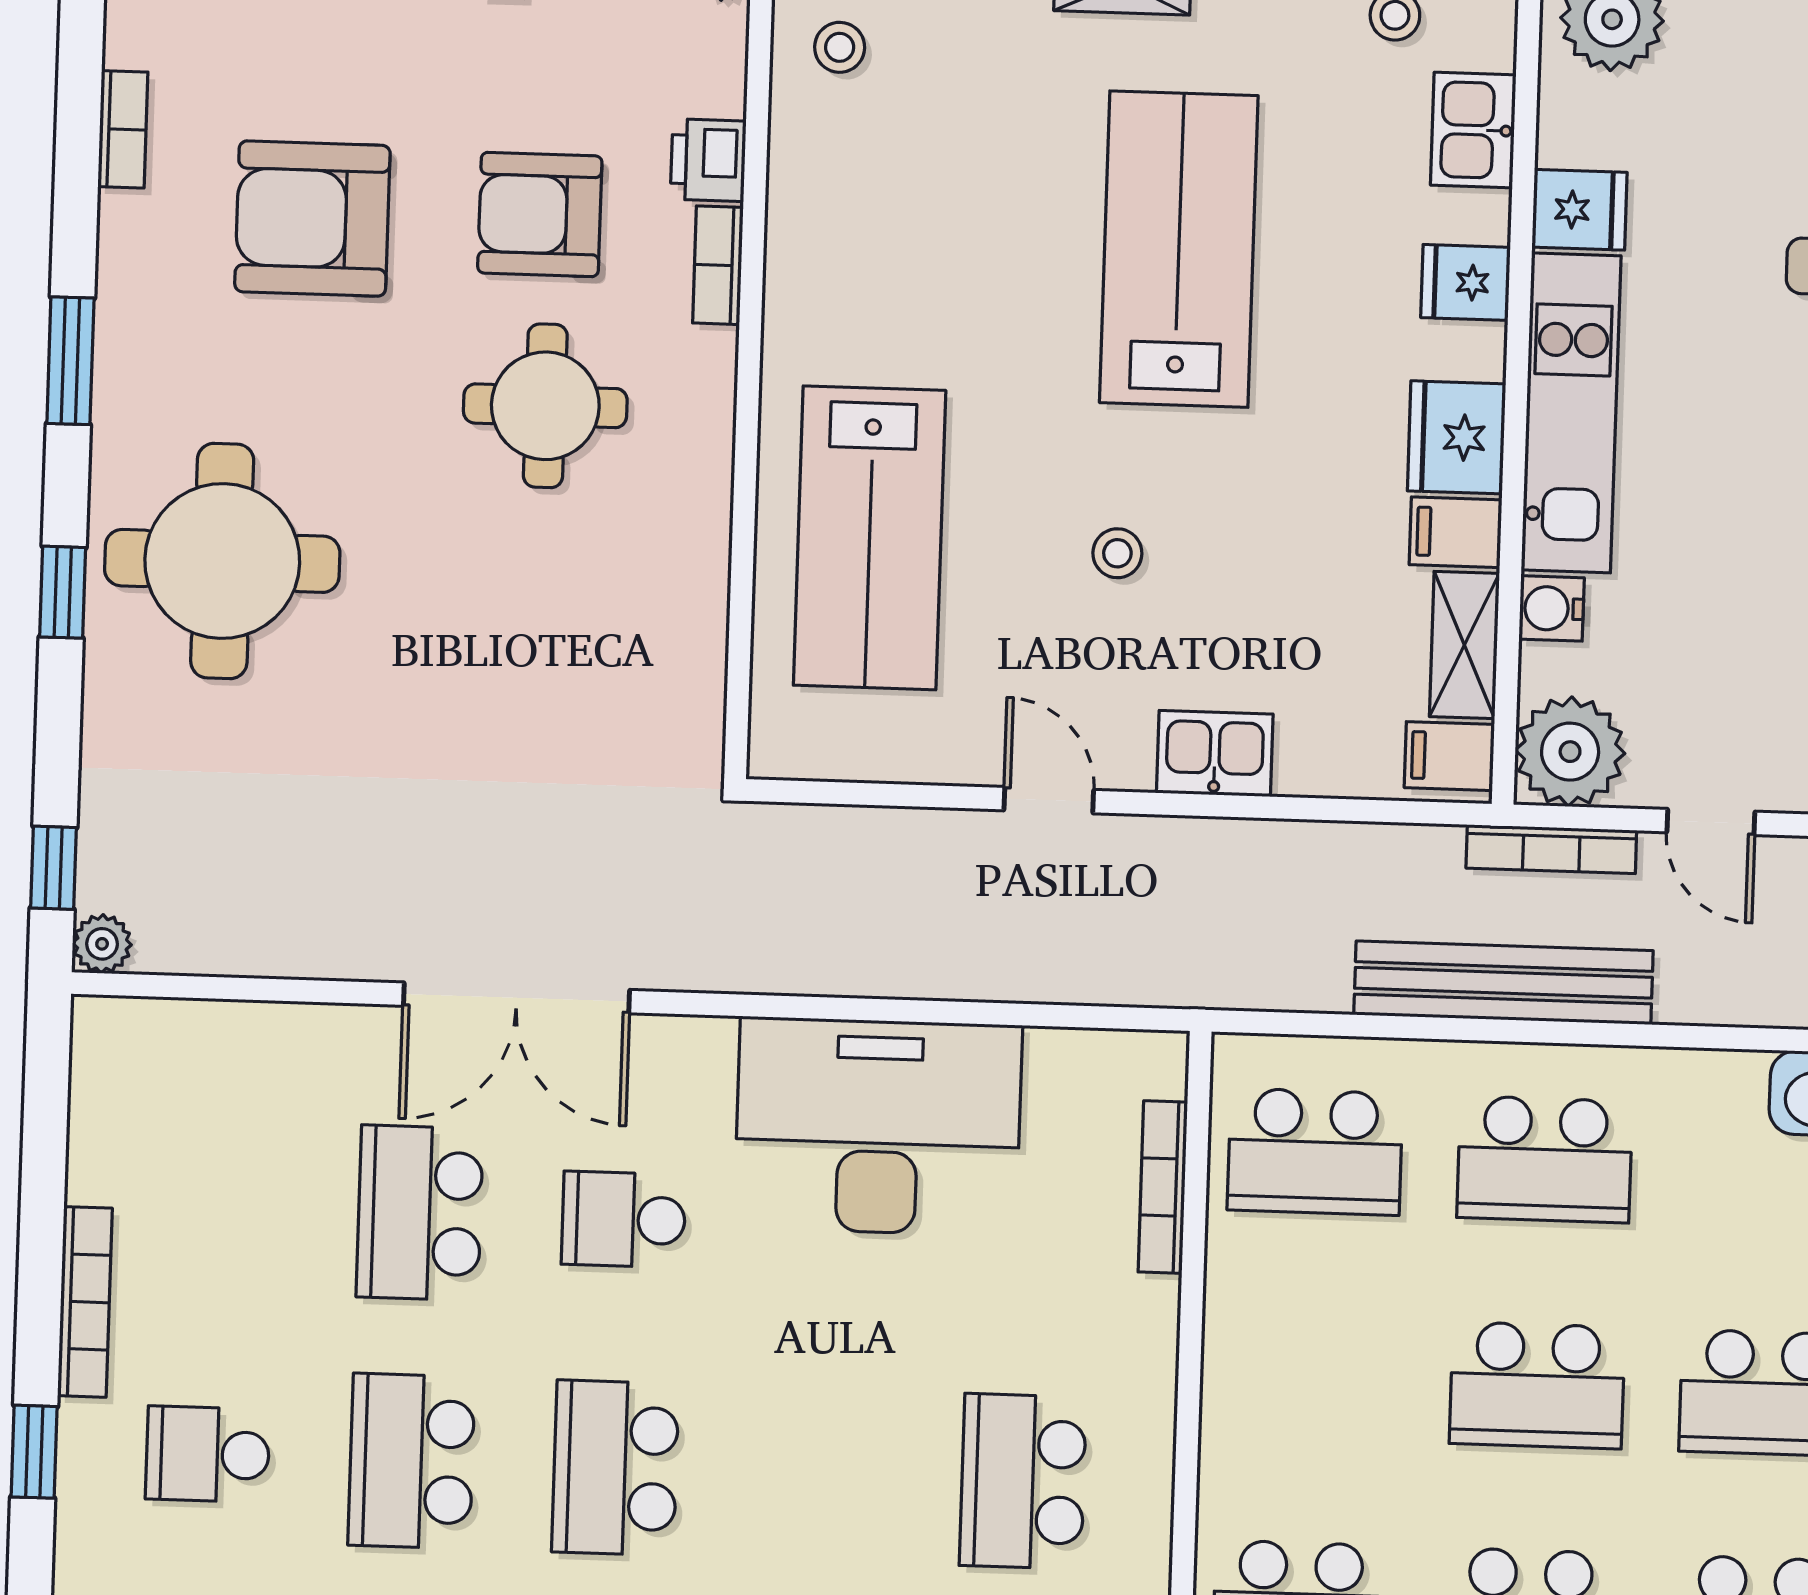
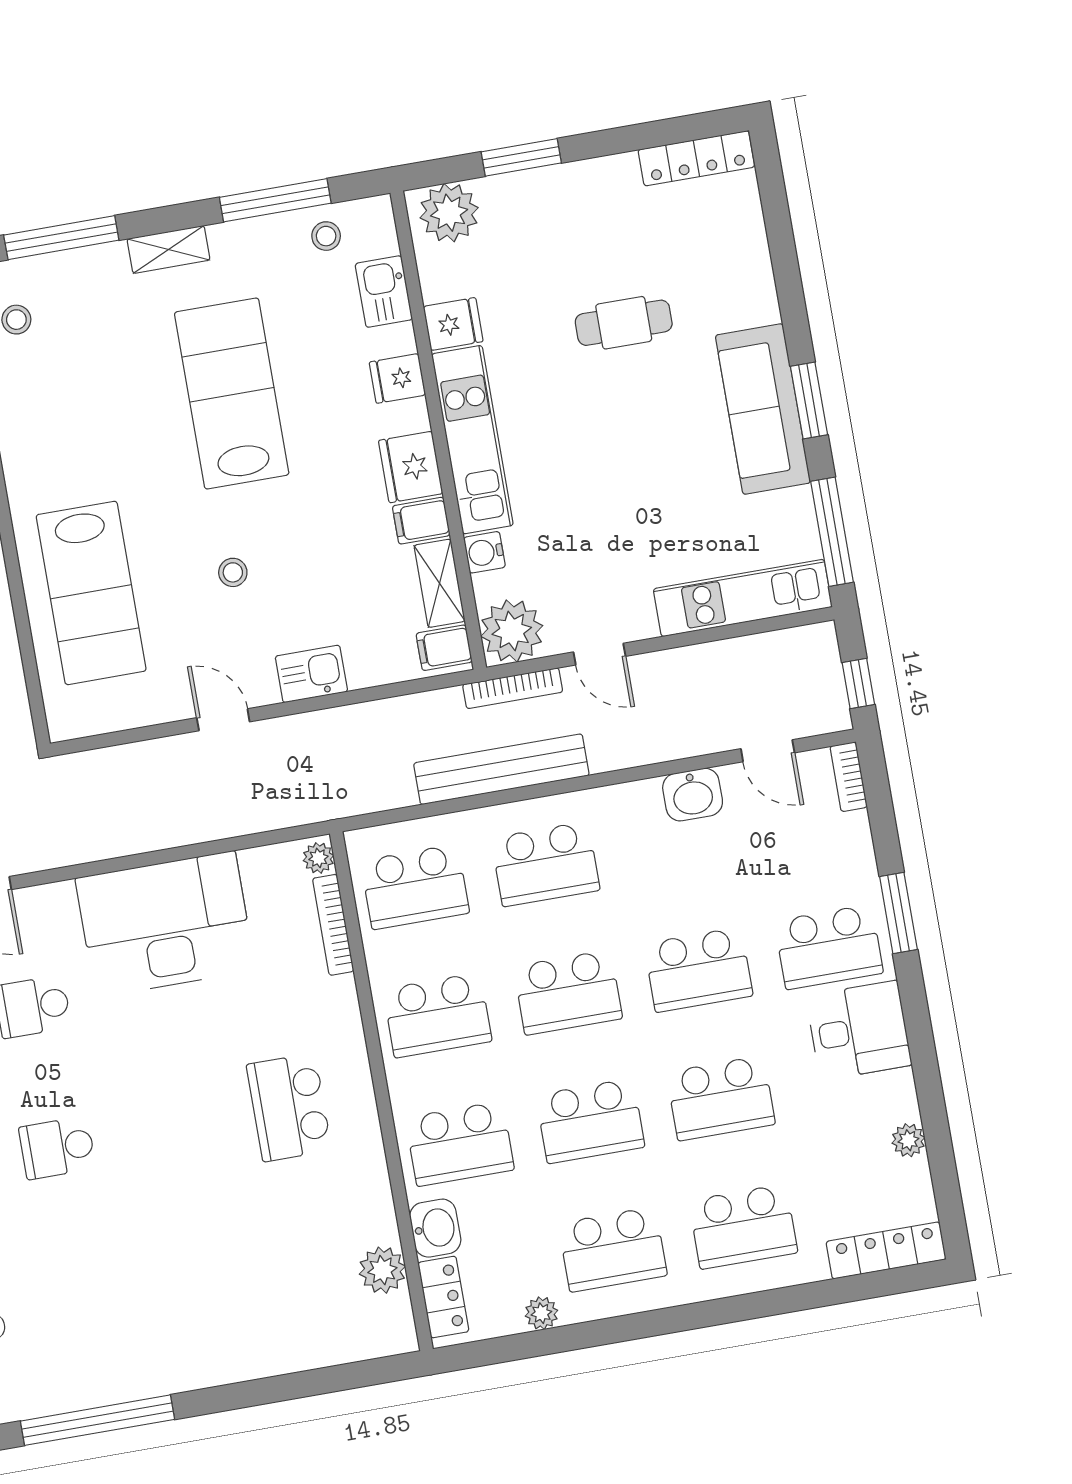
plant: (1161, 1068) -> (318, 858), added
school desk: (1308, 1378) -> (437, 1015), added
school desk: (615, 1468) -> (57, 1148), width x0.54

